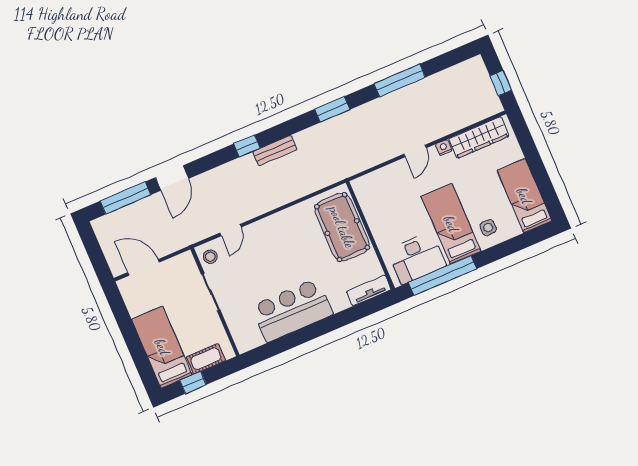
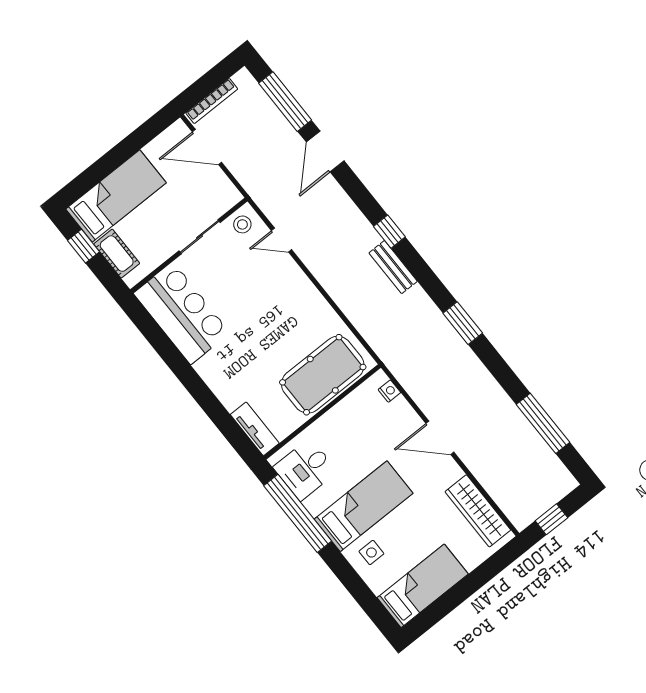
window: (400, 80) -> (543, 423), moved
nightstand: (444, 148) -> (389, 391), moved
door: (415, 151) -> (440, 438), width x1.38
door: (172, 178) -> (325, 151), hinge flipped
bookcase: (110, 254) -> (212, 101), added
desk: (417, 258) -> (305, 469), width x0.73
door: (144, 267) -> (207, 147), swing flipped
bar counter: (292, 310) -> (182, 313), moved

